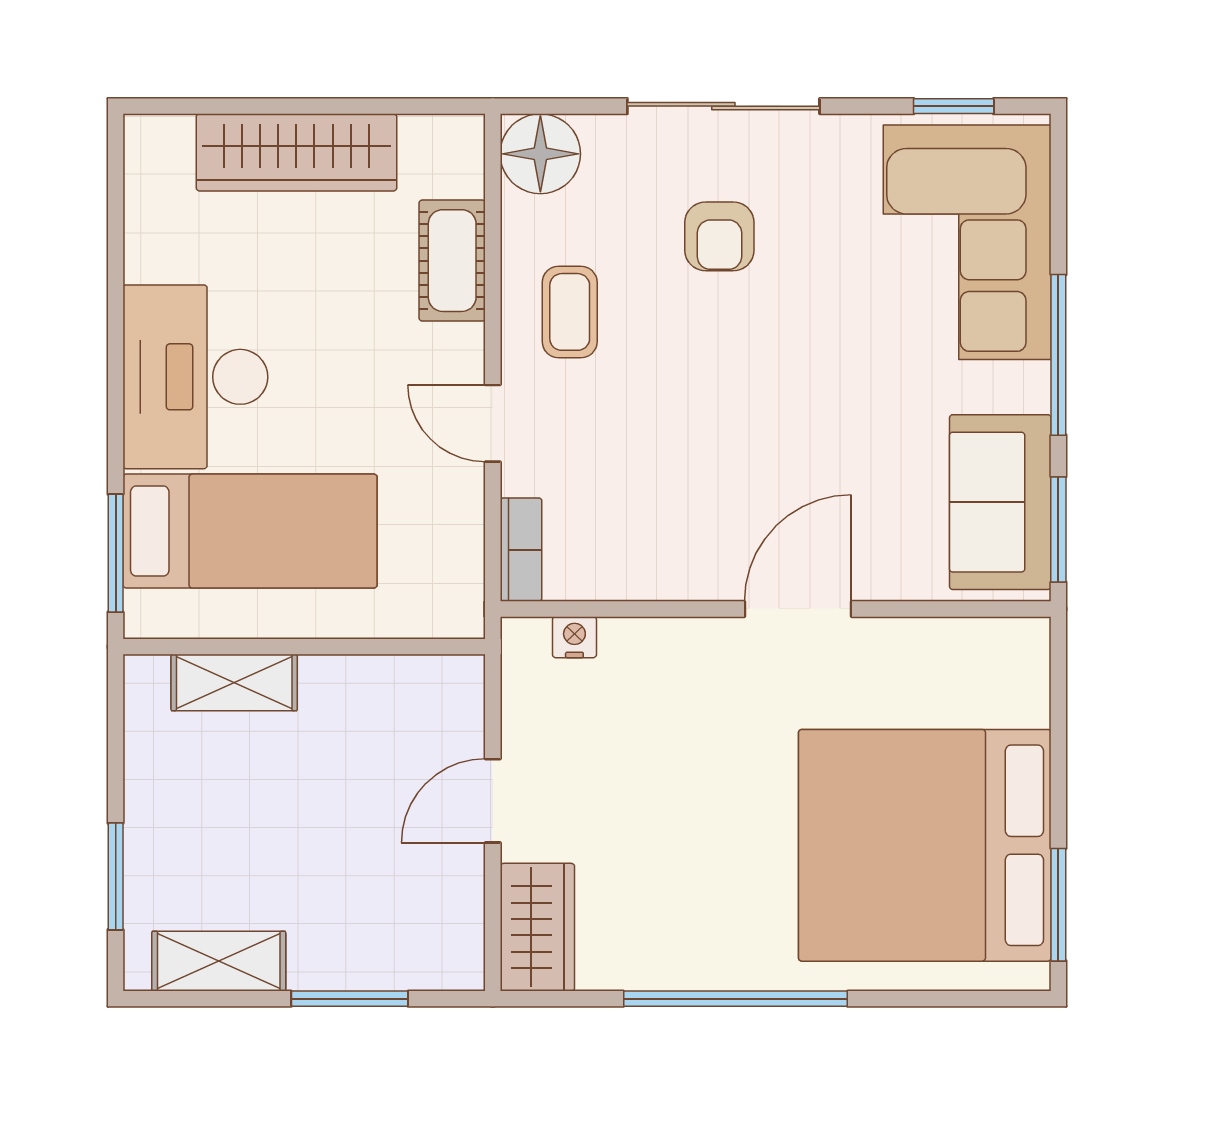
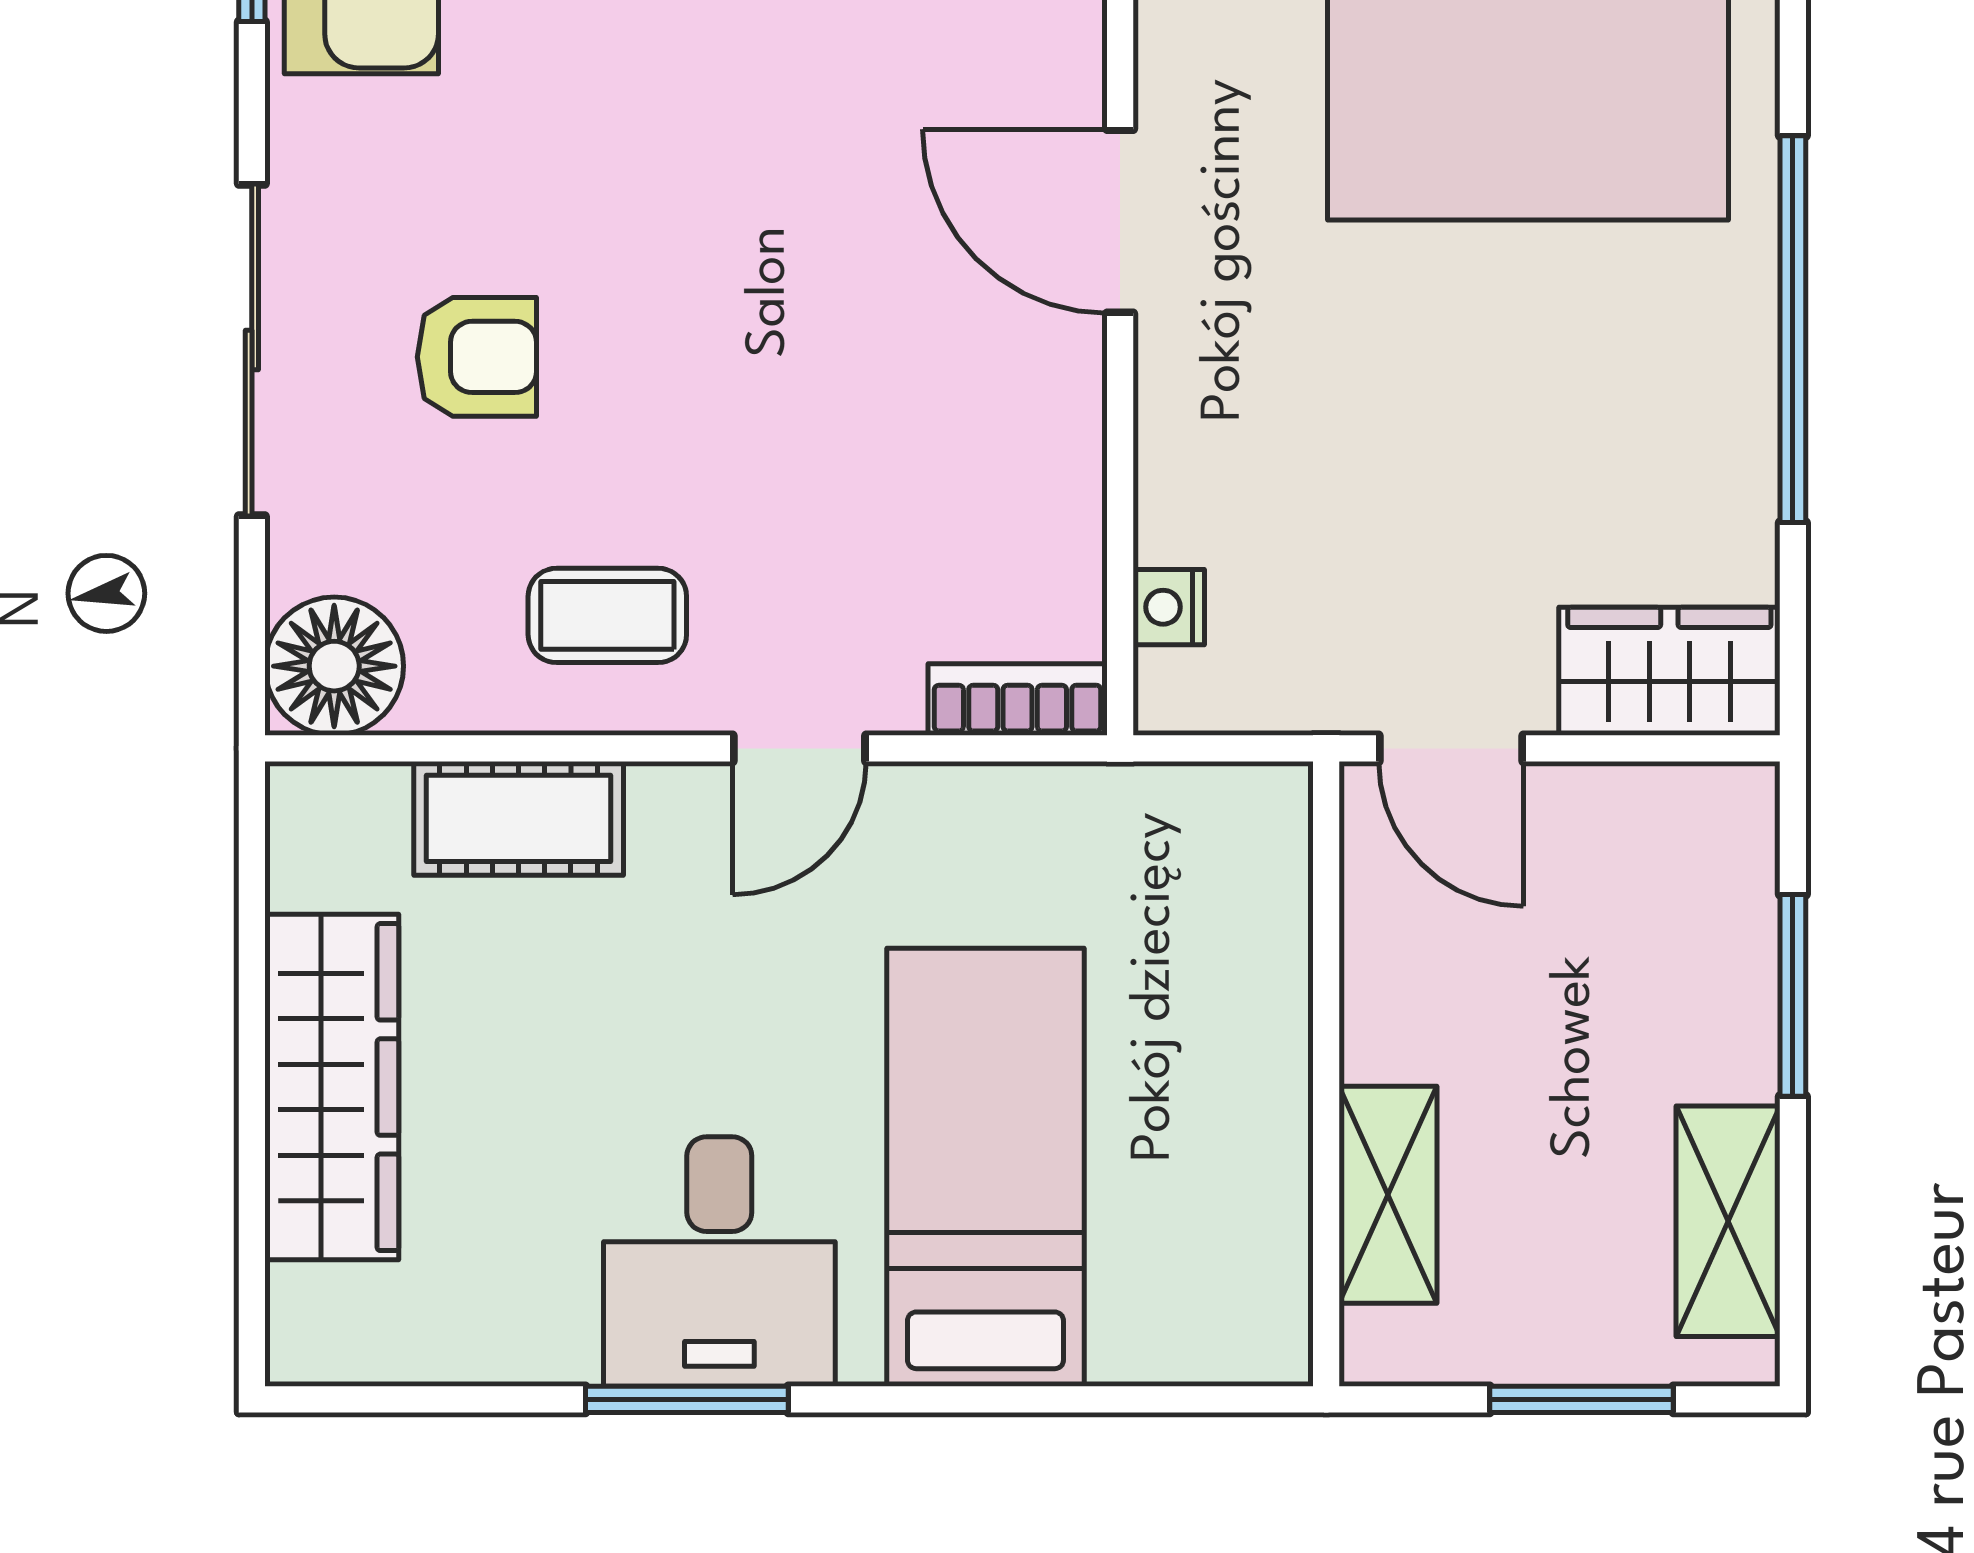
desk: (195, 377) -> (719, 1262), width x0.73
window: (116, 553) -> (687, 1399), moved
wall: (304, 647) -> (1326, 1074), moved
shelving: (234, 683) -> (1388, 1195), moved

